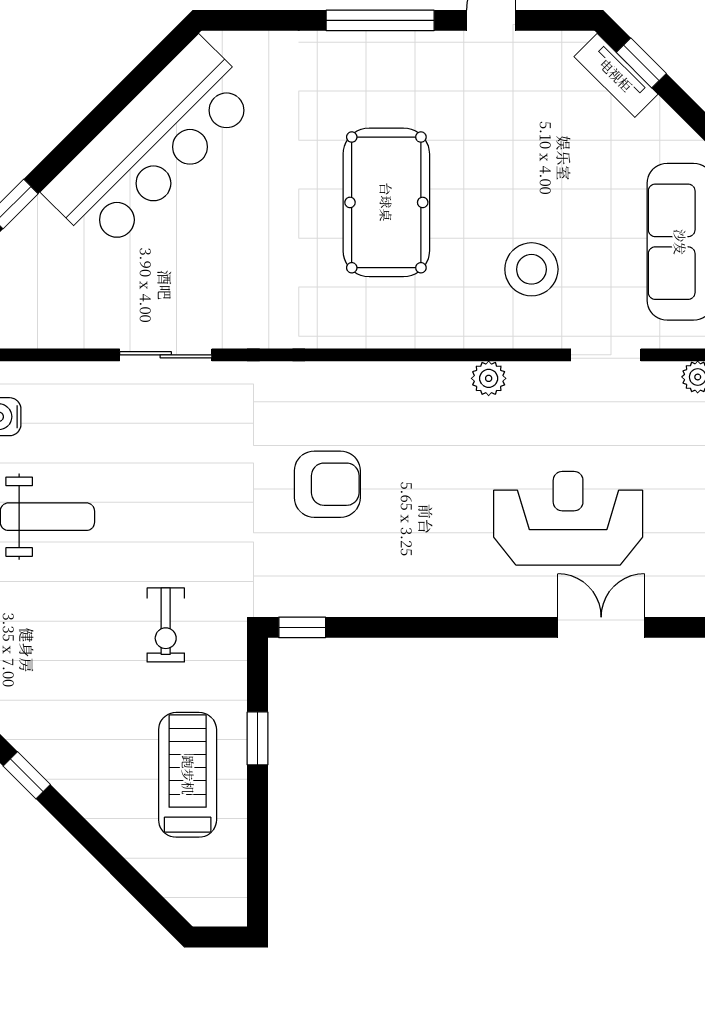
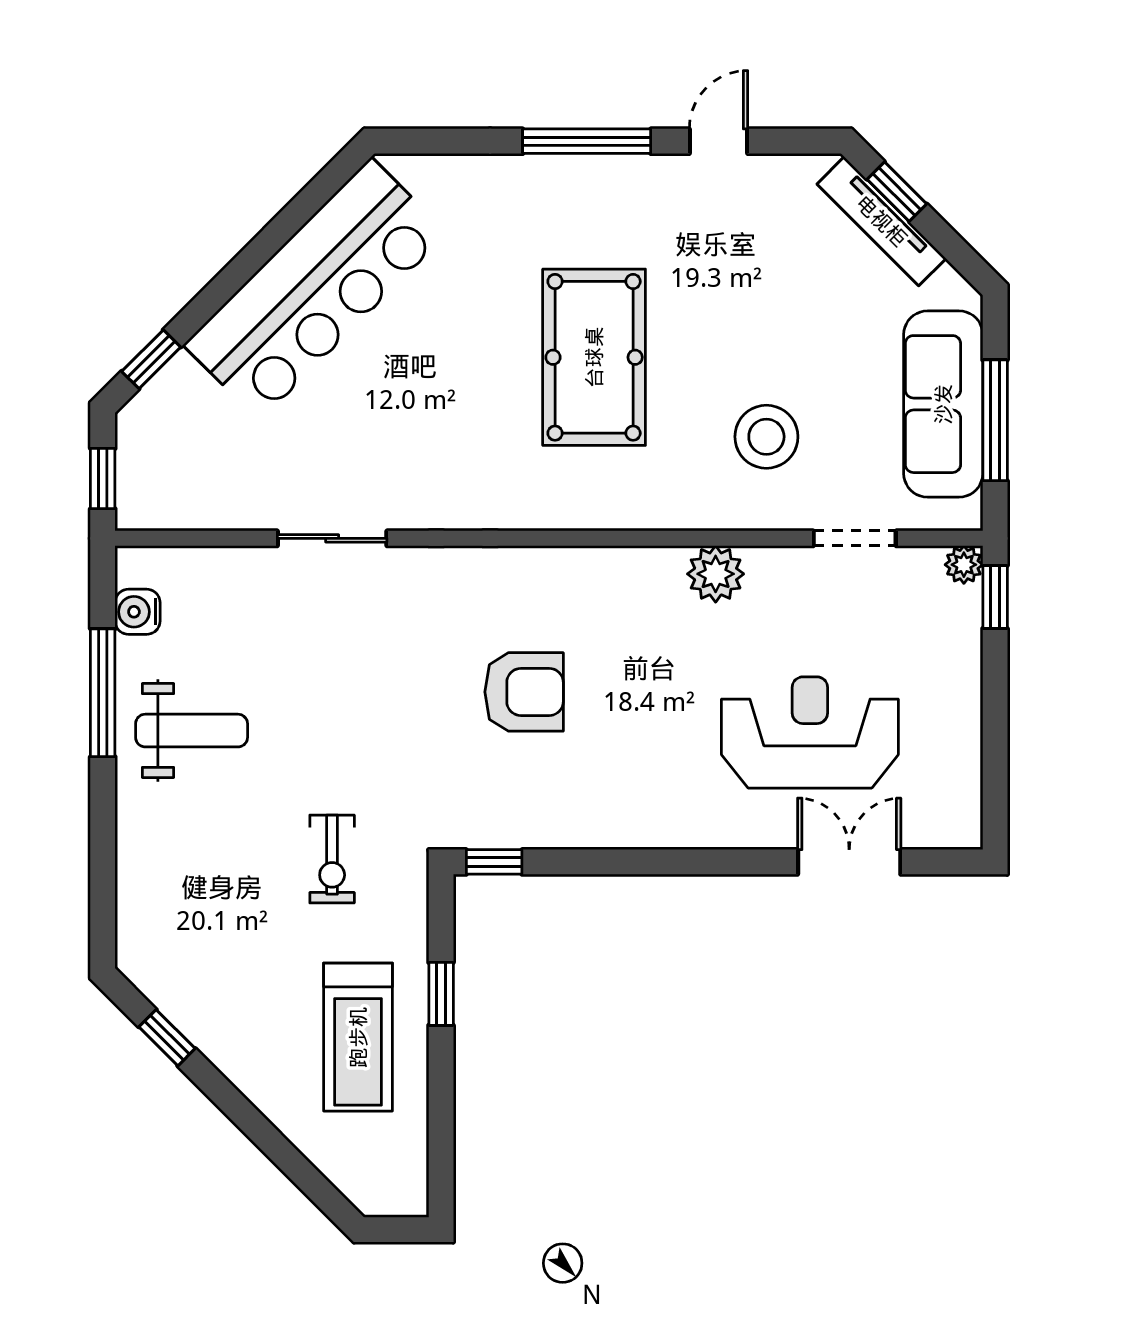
tv unit: (616, 75) -> (882, 221), width x1.41
plant: (489, 378) -> (716, 574), width x1.38, depth x1.38
treadmill: (188, 775) -> (358, 1037), turned 180

